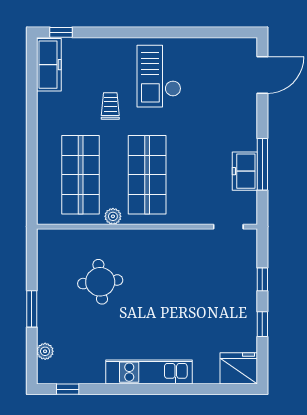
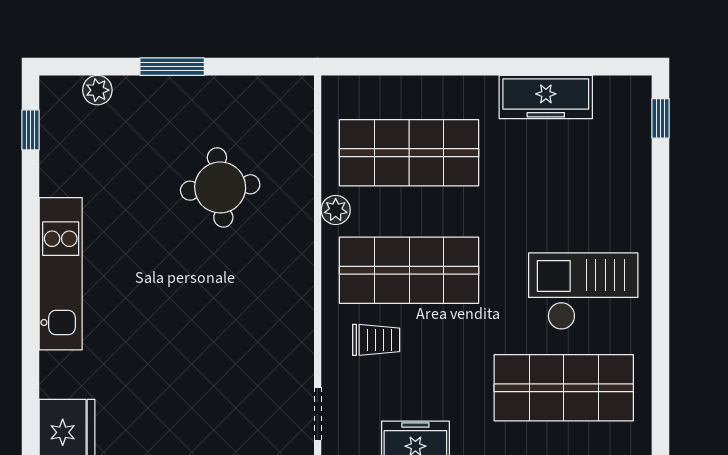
freezer: (49, 65) -> (546, 97), moved
shop shelf: (214, 87) -> (564, 388), added
trolley: (110, 106) -> (376, 340), moved

